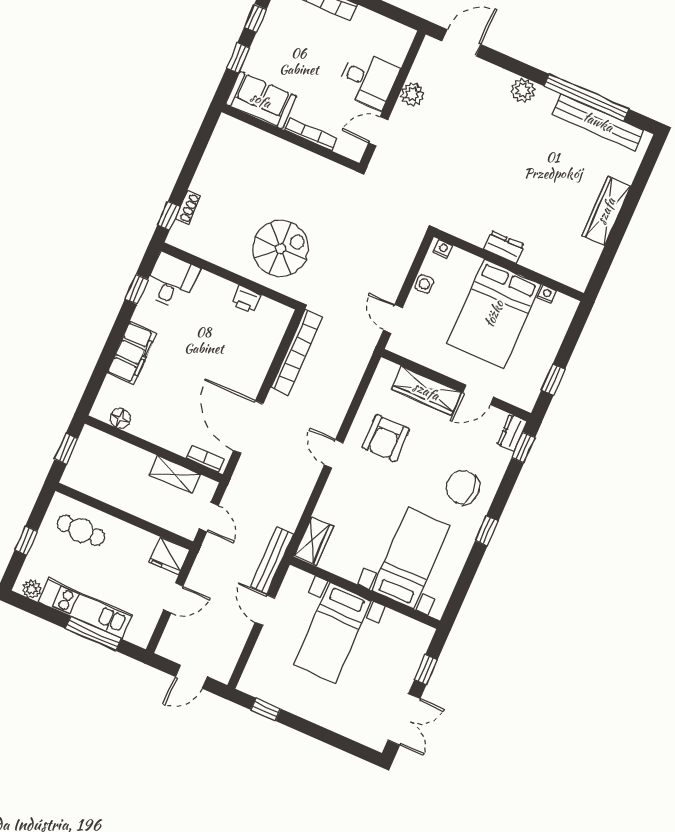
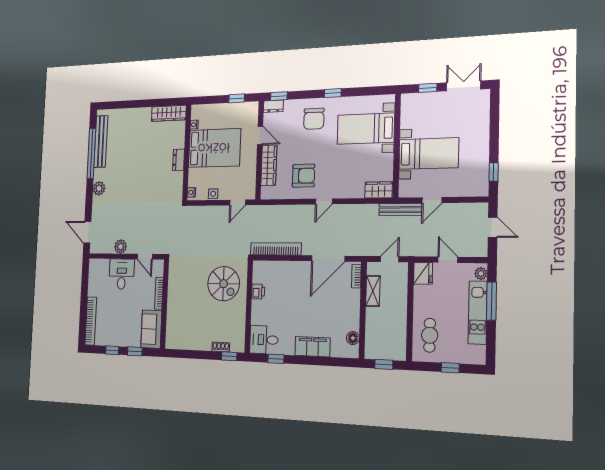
wardrobe: (606, 211) -> (169, 113), moved
spiral stairs: (280, 249) -> (224, 284), turned 180
plant: (32, 589) -> (481, 273), moved

